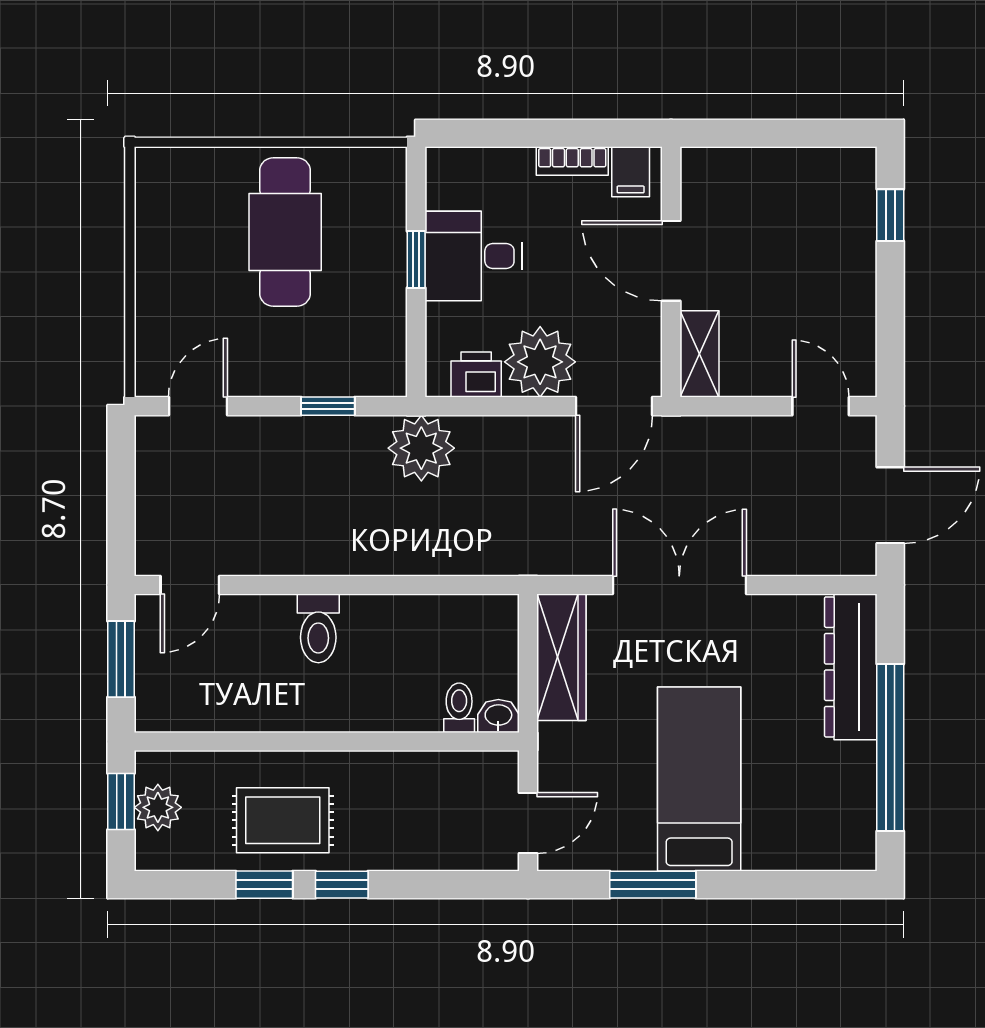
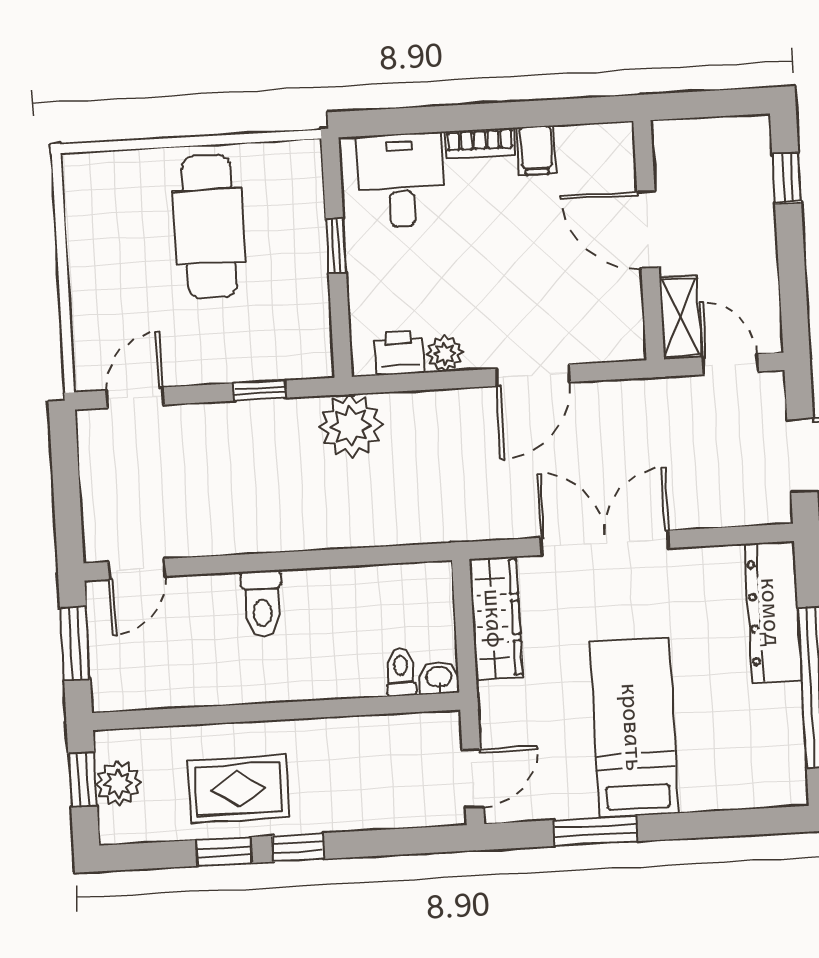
desk: (473, 256) -> (401, 180), moved, turned 90
door: (671, 261) -> (648, 230), moved
wall: (671, 272) -> (649, 240), moved
shelving: (699, 354) -> (680, 317), moved
plant: (540, 362) -> (445, 354), width x0.53, depth x0.53

